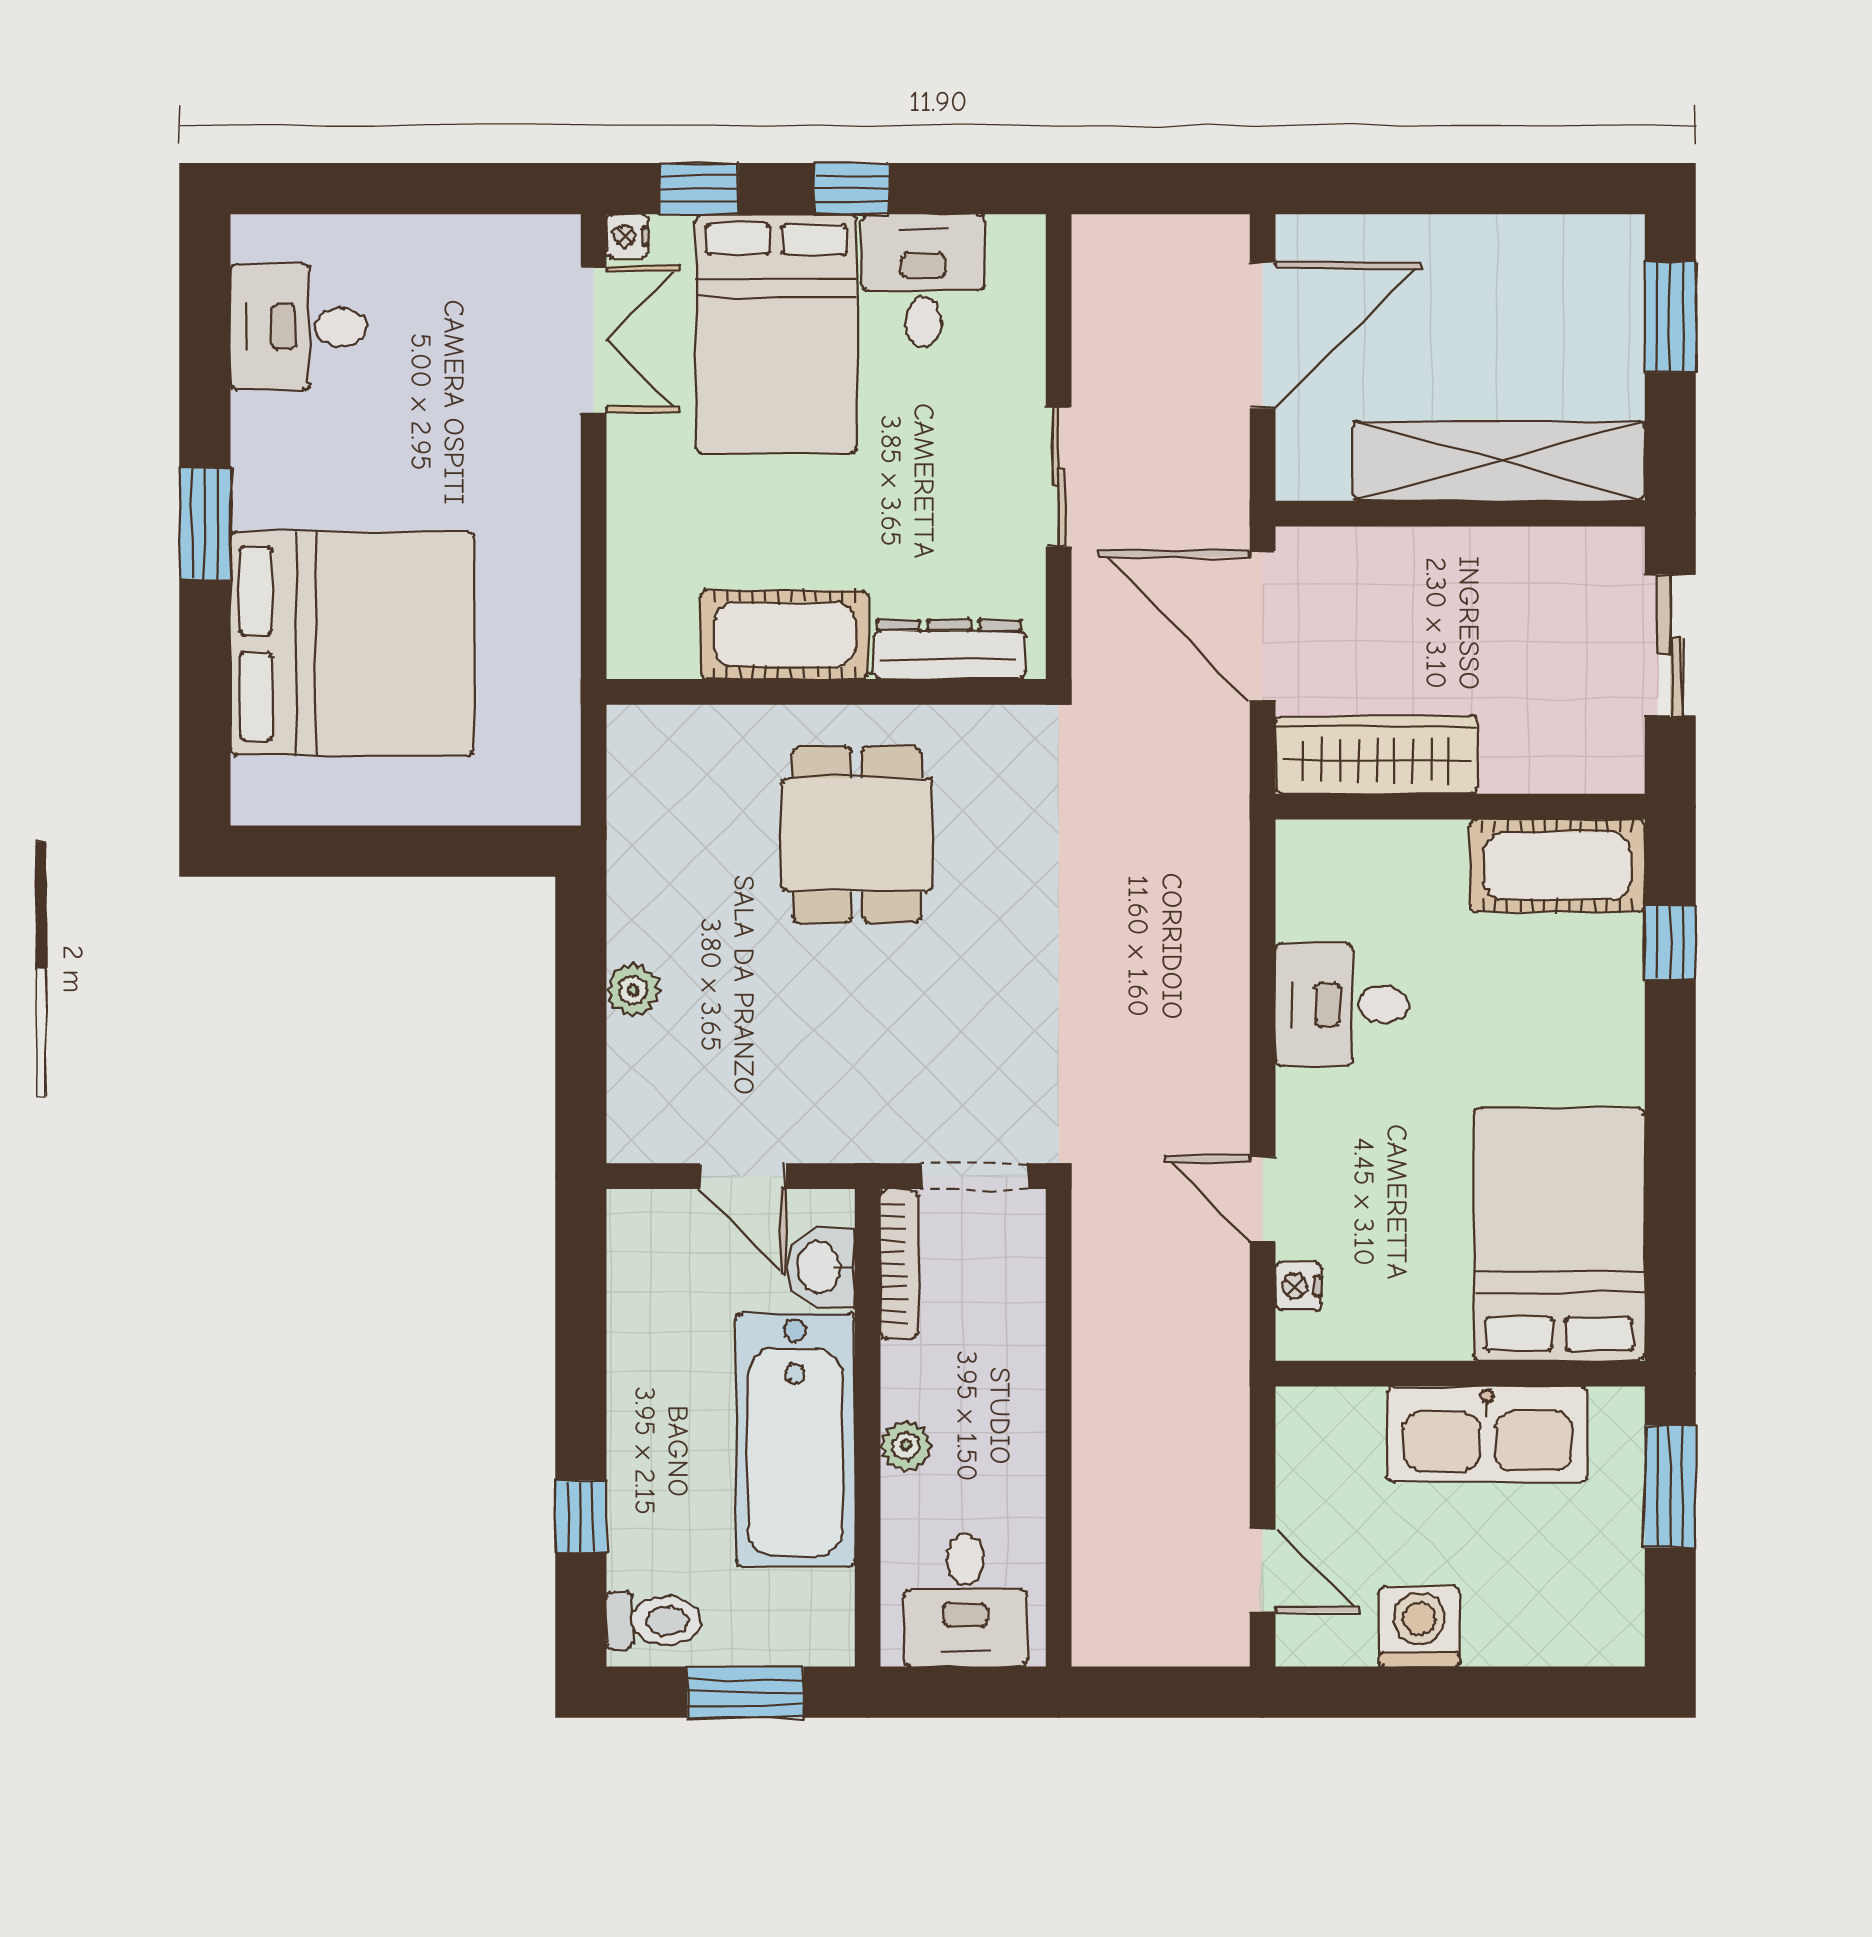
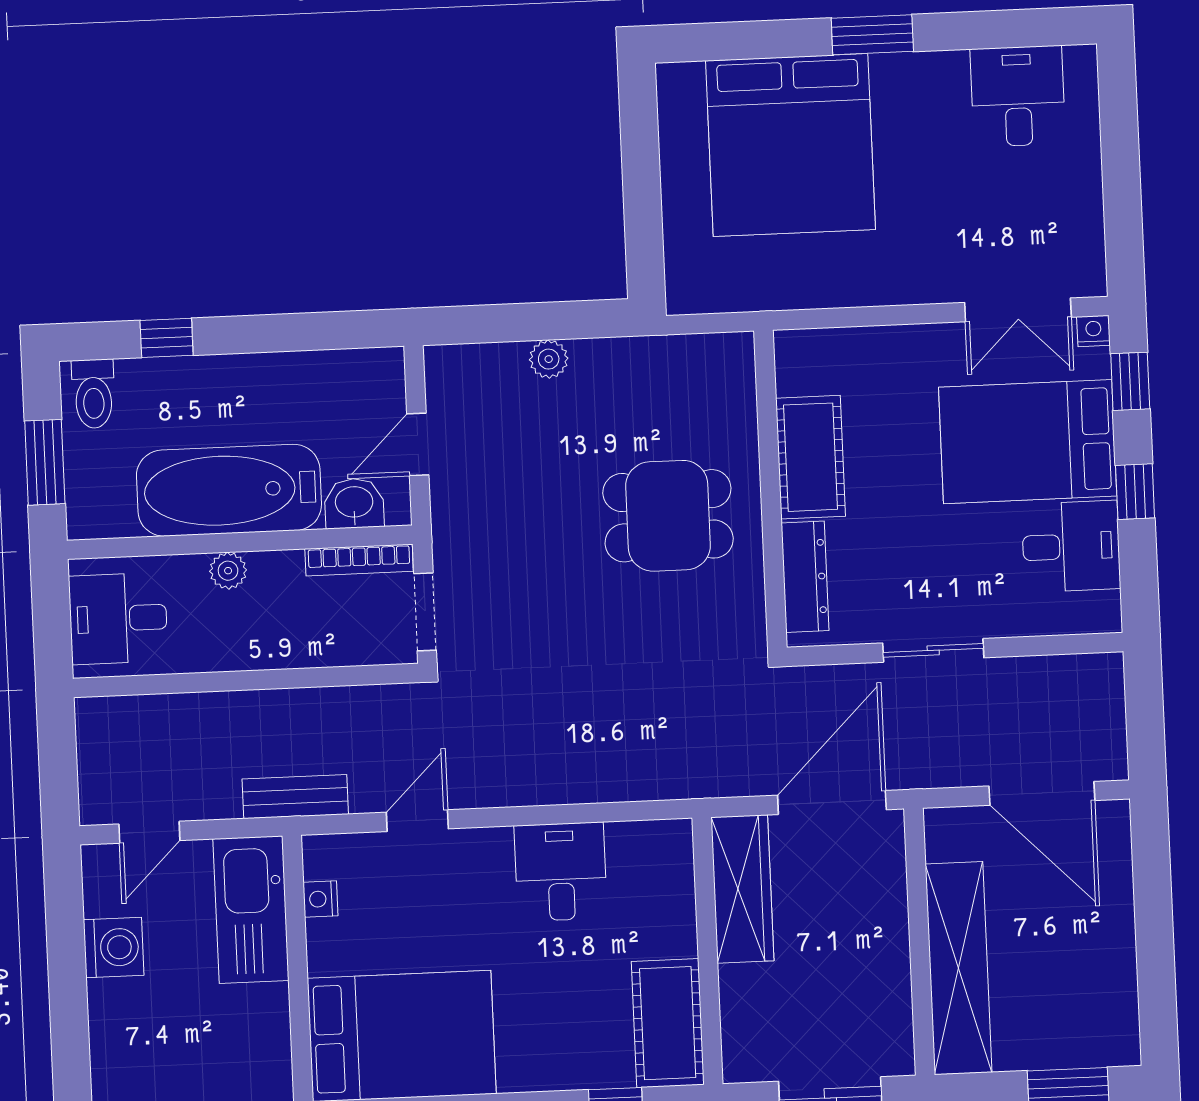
nightstand: (1298, 1286) -> (320, 899), moved, turned -90
bench: (1222, 1367) -> (295, 797), added
kitchen sink: (1487, 1434) -> (251, 910), moved

